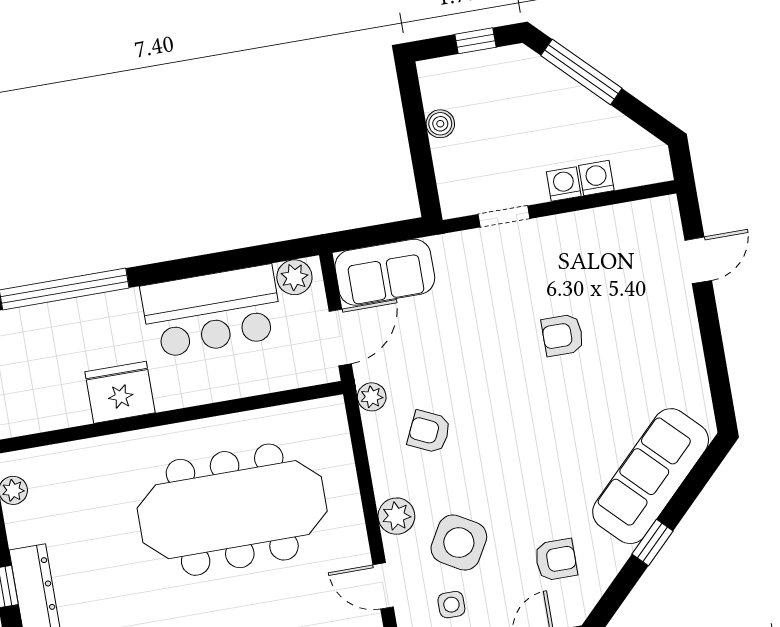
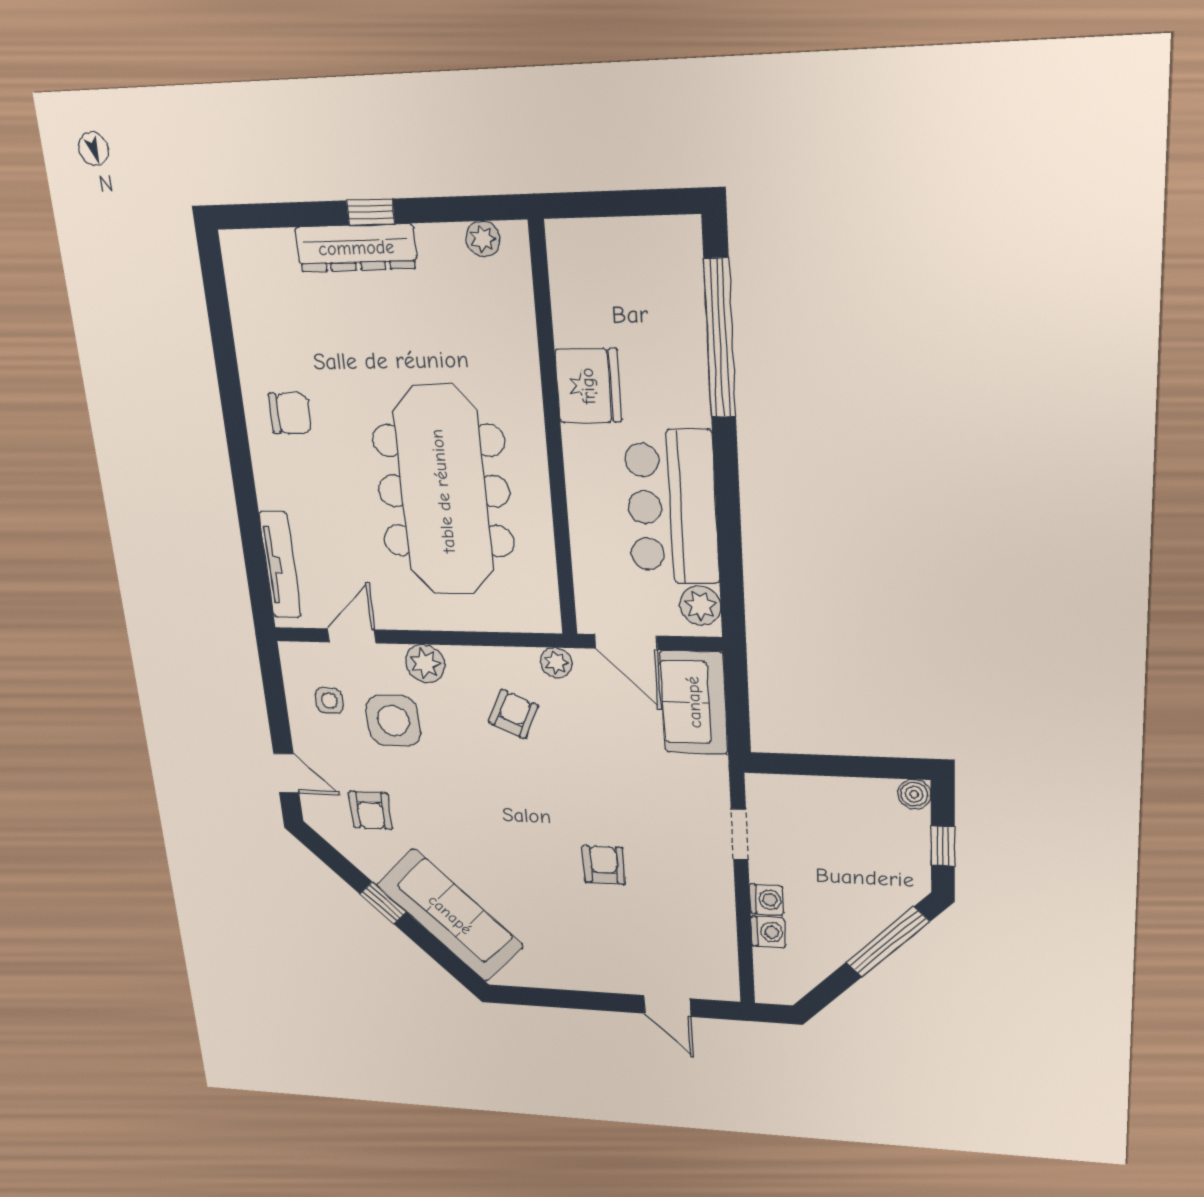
boiler: (440, 124) -> (914, 794), moved
side table: (459, 543) -> (393, 721), turned -30

